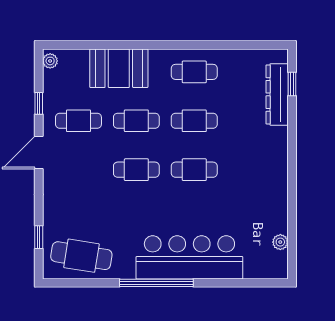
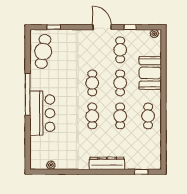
dresser: (277, 94) -> (107, 163), moved
bar counter: (189, 257) -> (42, 113), width x0.73

